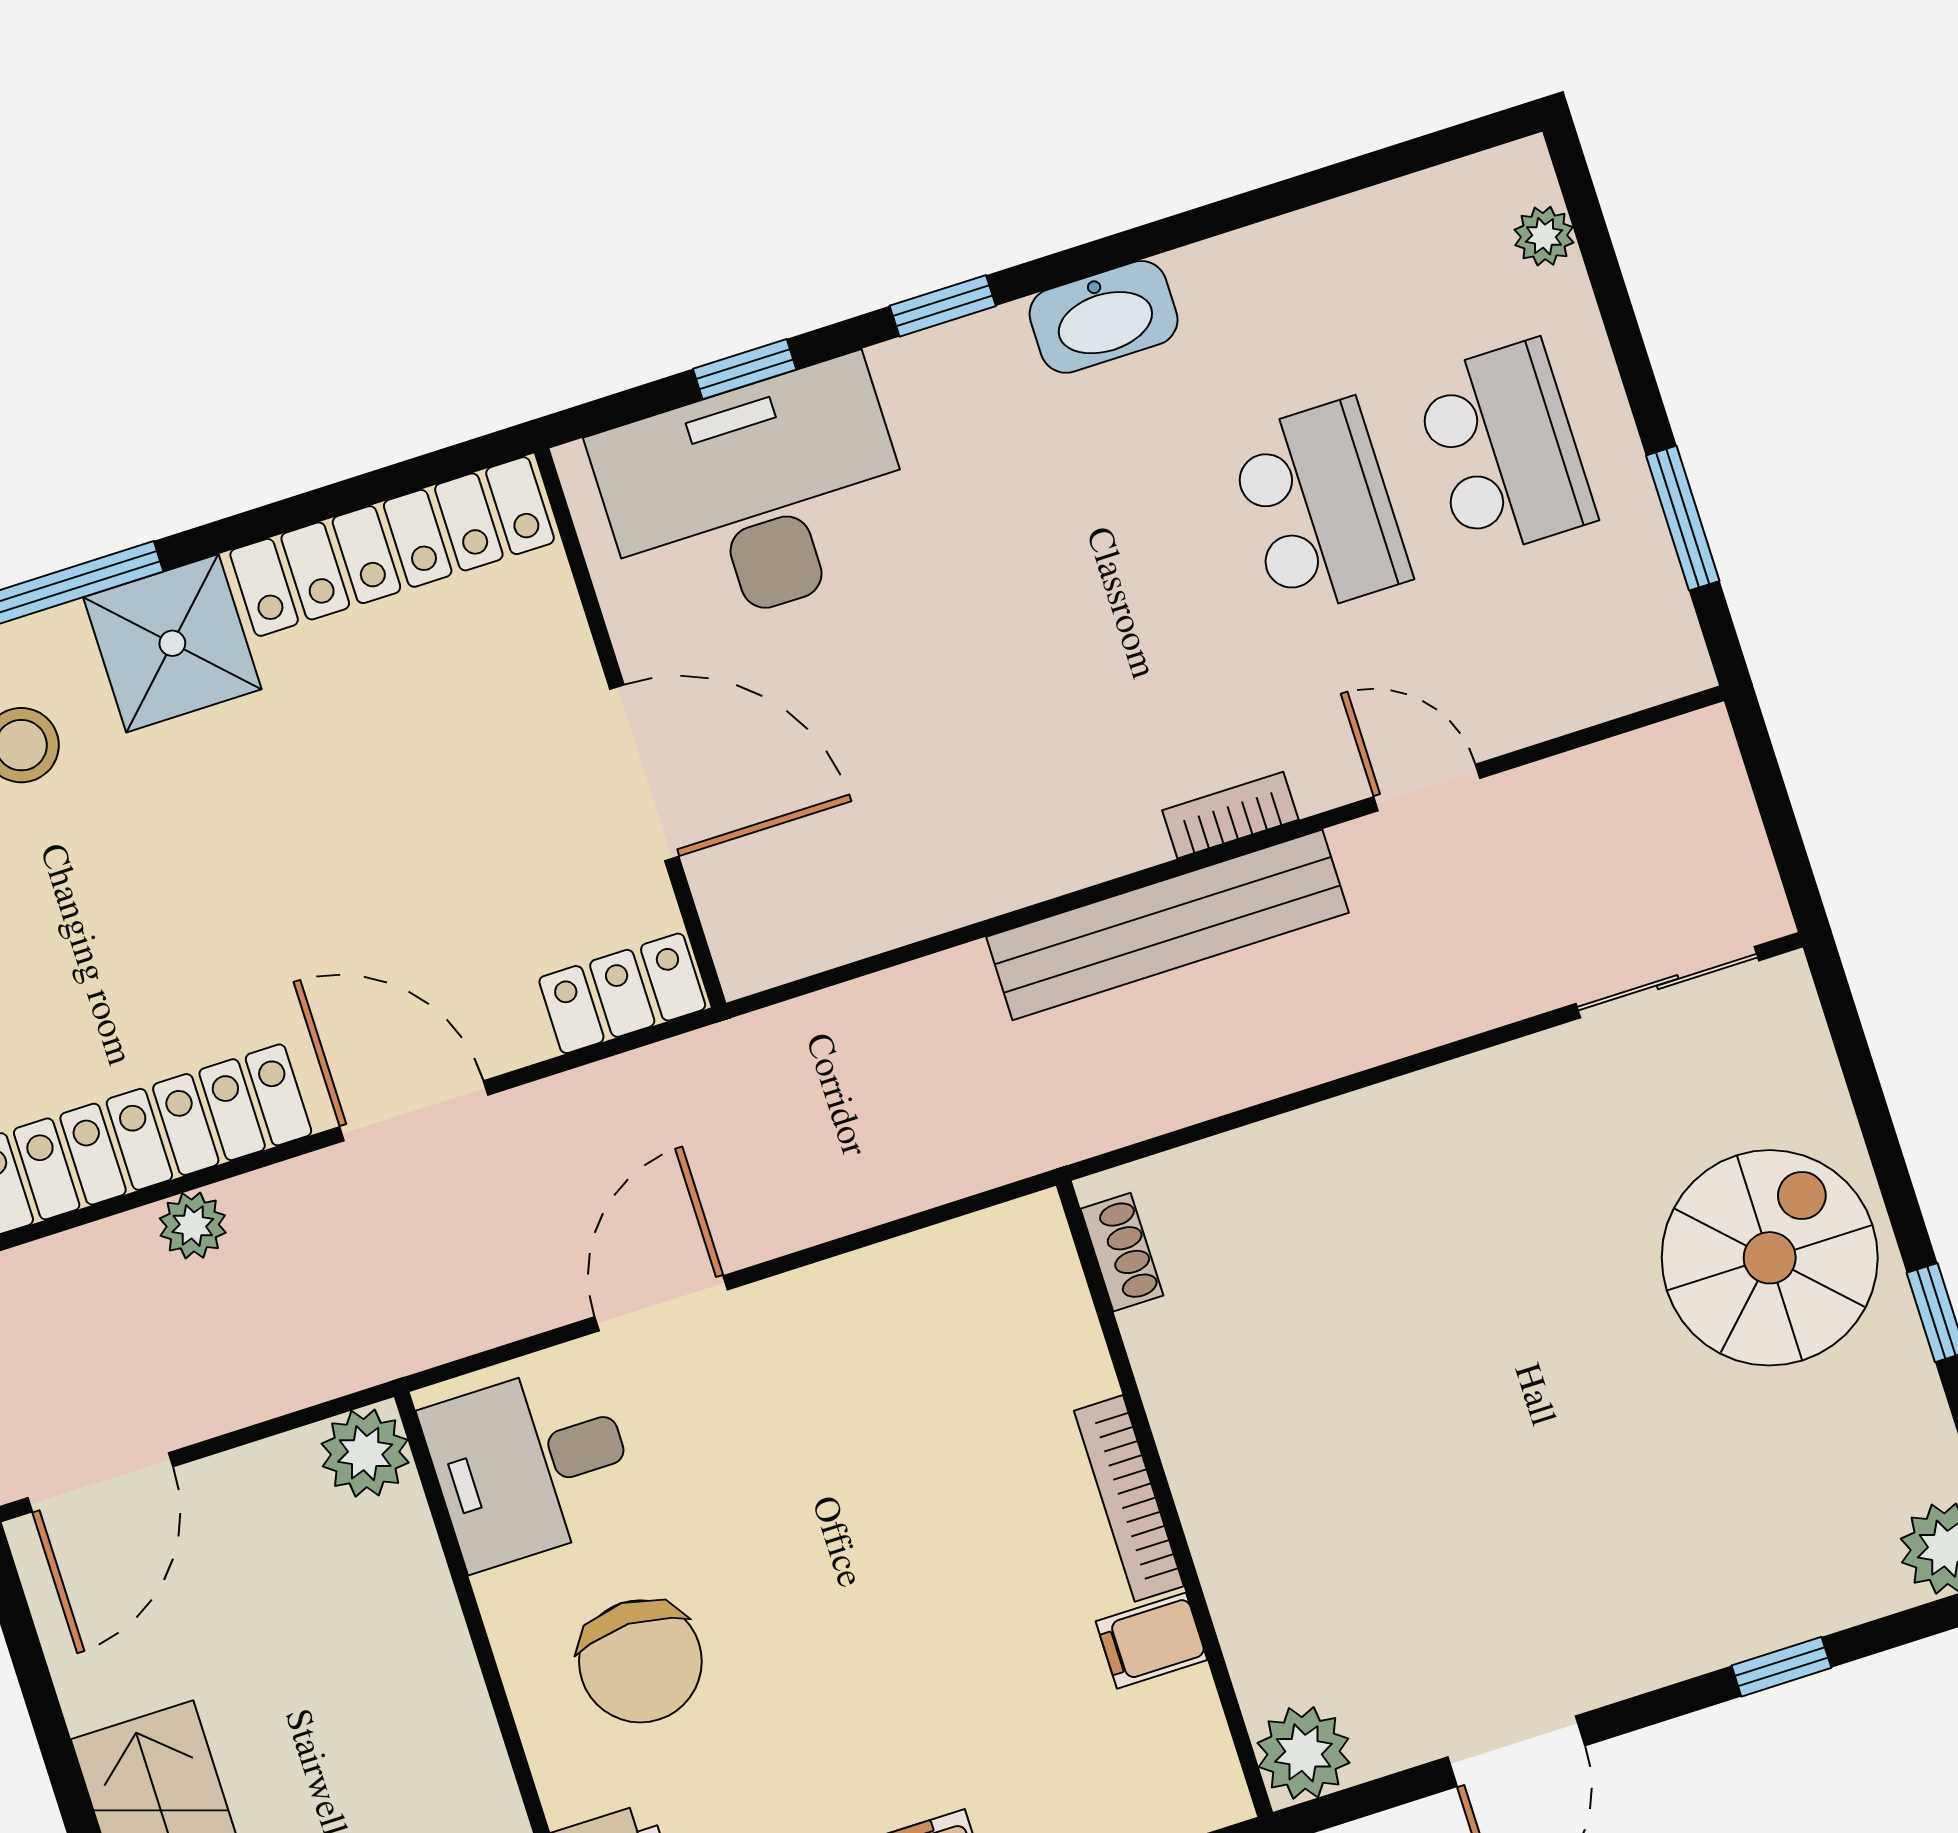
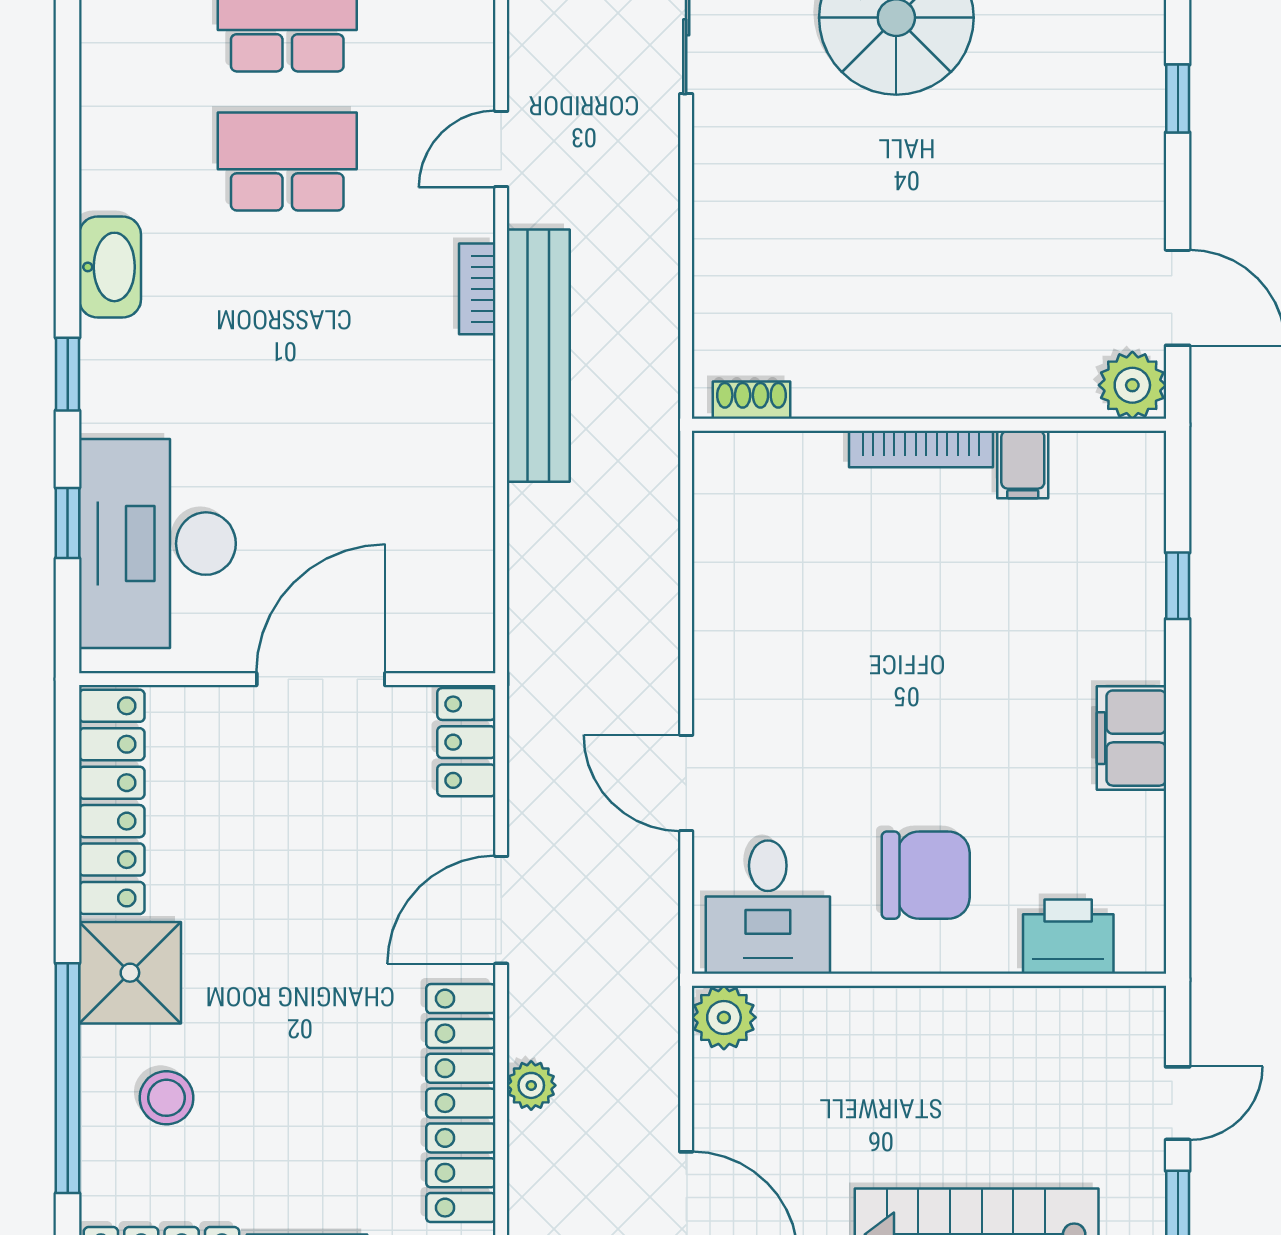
shoe rack: (1122, 1252) -> (752, 400), moved
bookcase: (1129, 1498) -> (921, 449), moved
wall: (1165, 1499) -> (929, 425), moved
filing cabinet: (1152, 1641) -> (1023, 464), moved
plant: (1303, 1753) -> (1132, 385), moved

